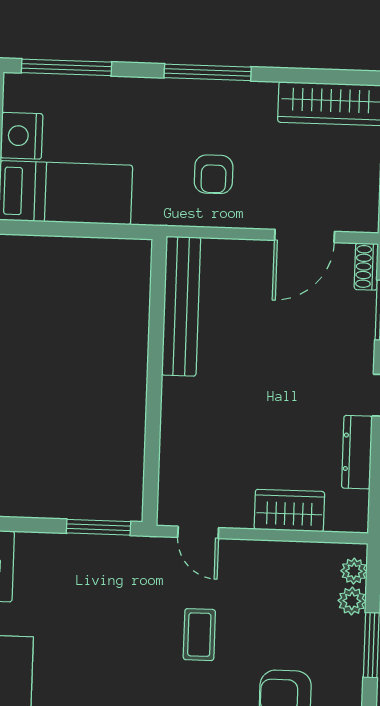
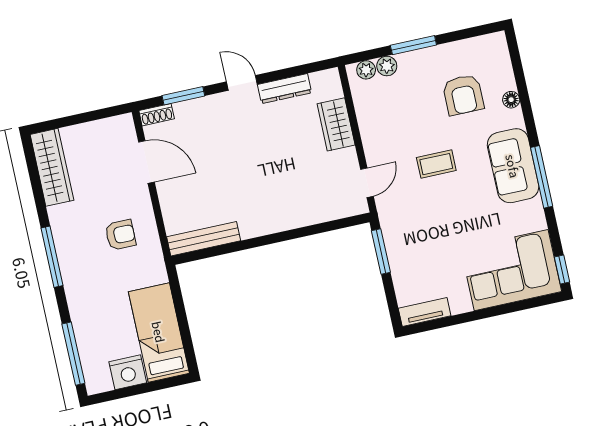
bench: (181, 306) -> (204, 239), width x0.73, depth x0.82

